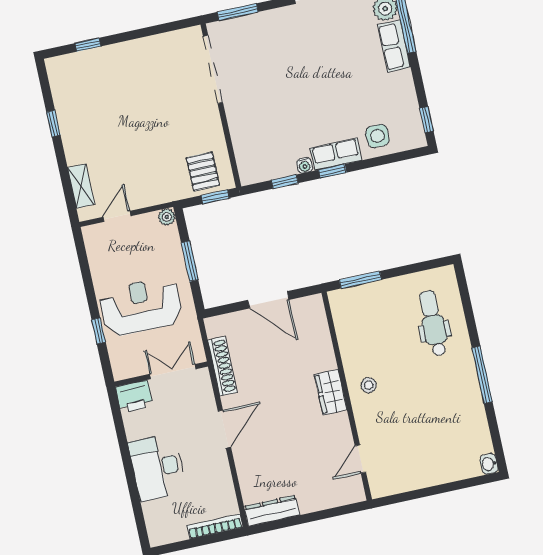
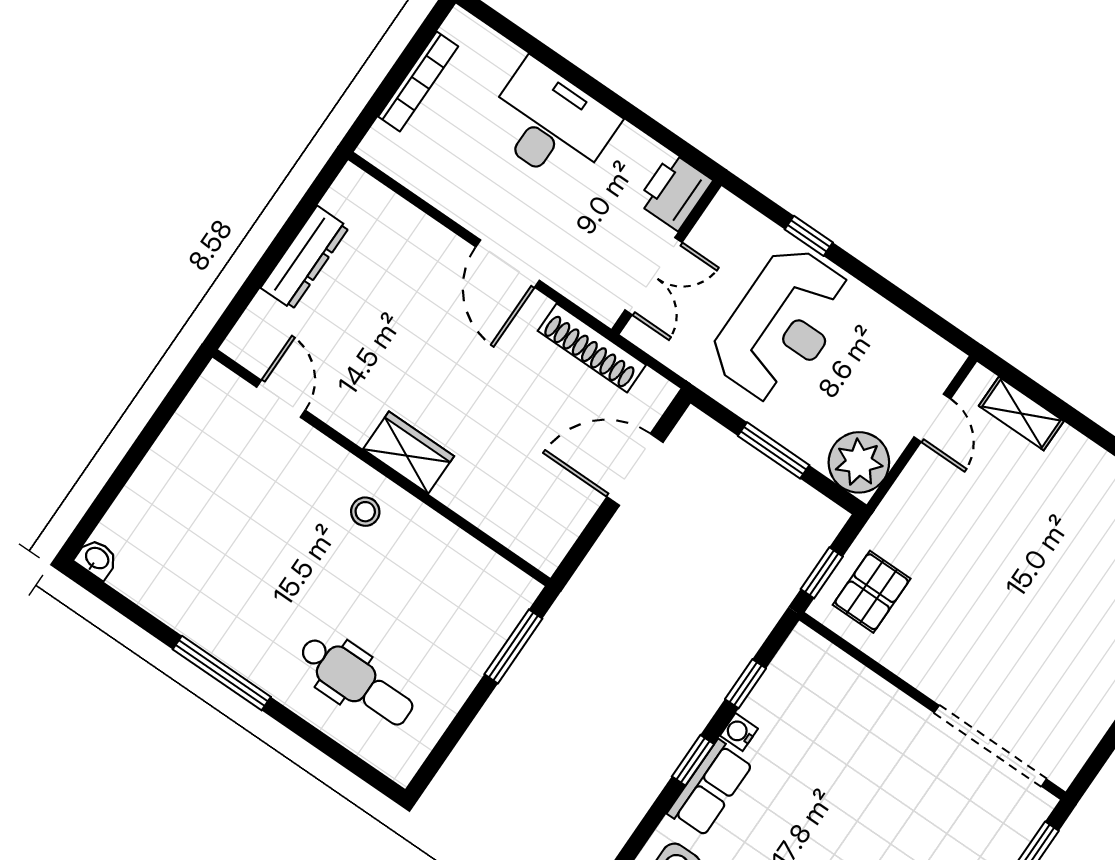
pallet: (203, 171) -> (872, 592), turned 90
plant: (167, 217) -> (859, 462), width x1.88, depth x1.88
door: (268, 300) -> (635, 470), moved
dresser: (272, 511) -> (305, 258), moved
bookcase: (215, 527) -> (418, 81), moved

